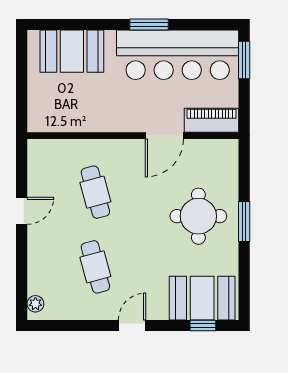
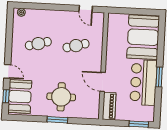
booth: (72, 51) -> (143, 37), width x1.36, depth x1.42
bar counter: (178, 55) -> (144, 82), width x0.73
door: (22, 211) -> (86, 9), moved
door: (132, 325) -> (7, 71), moved

